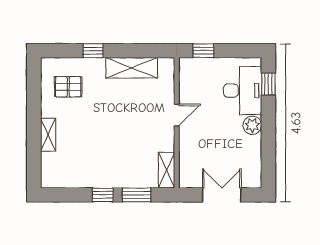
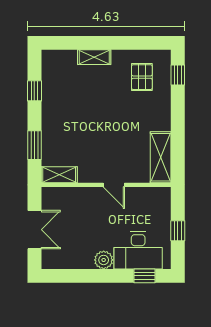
window: (93, 51) -> (178, 75), moved
window: (203, 51) -> (178, 231), moved
shelving: (132, 68) -> (161, 157), moved
window: (103, 195) -> (34, 91), moved

